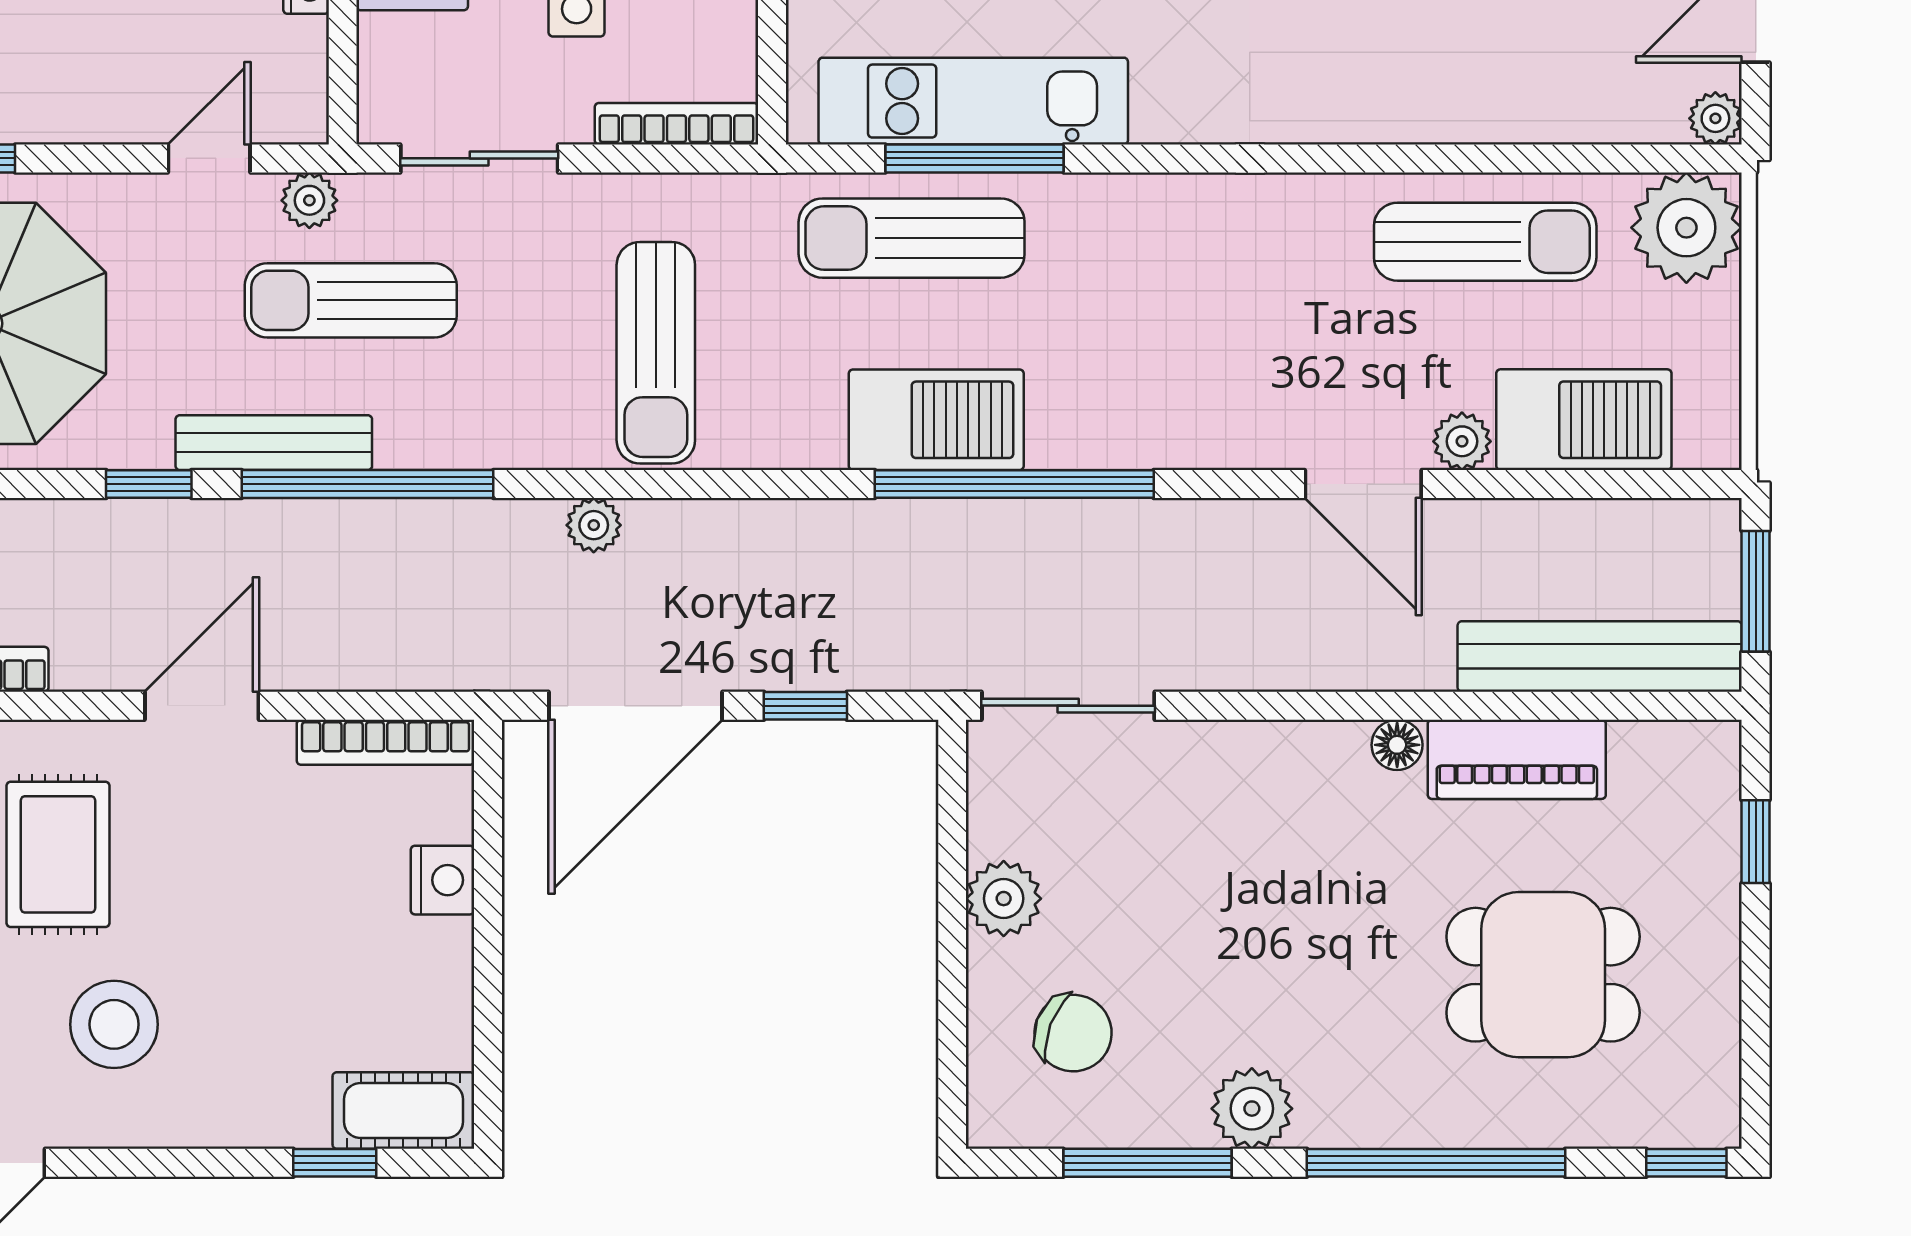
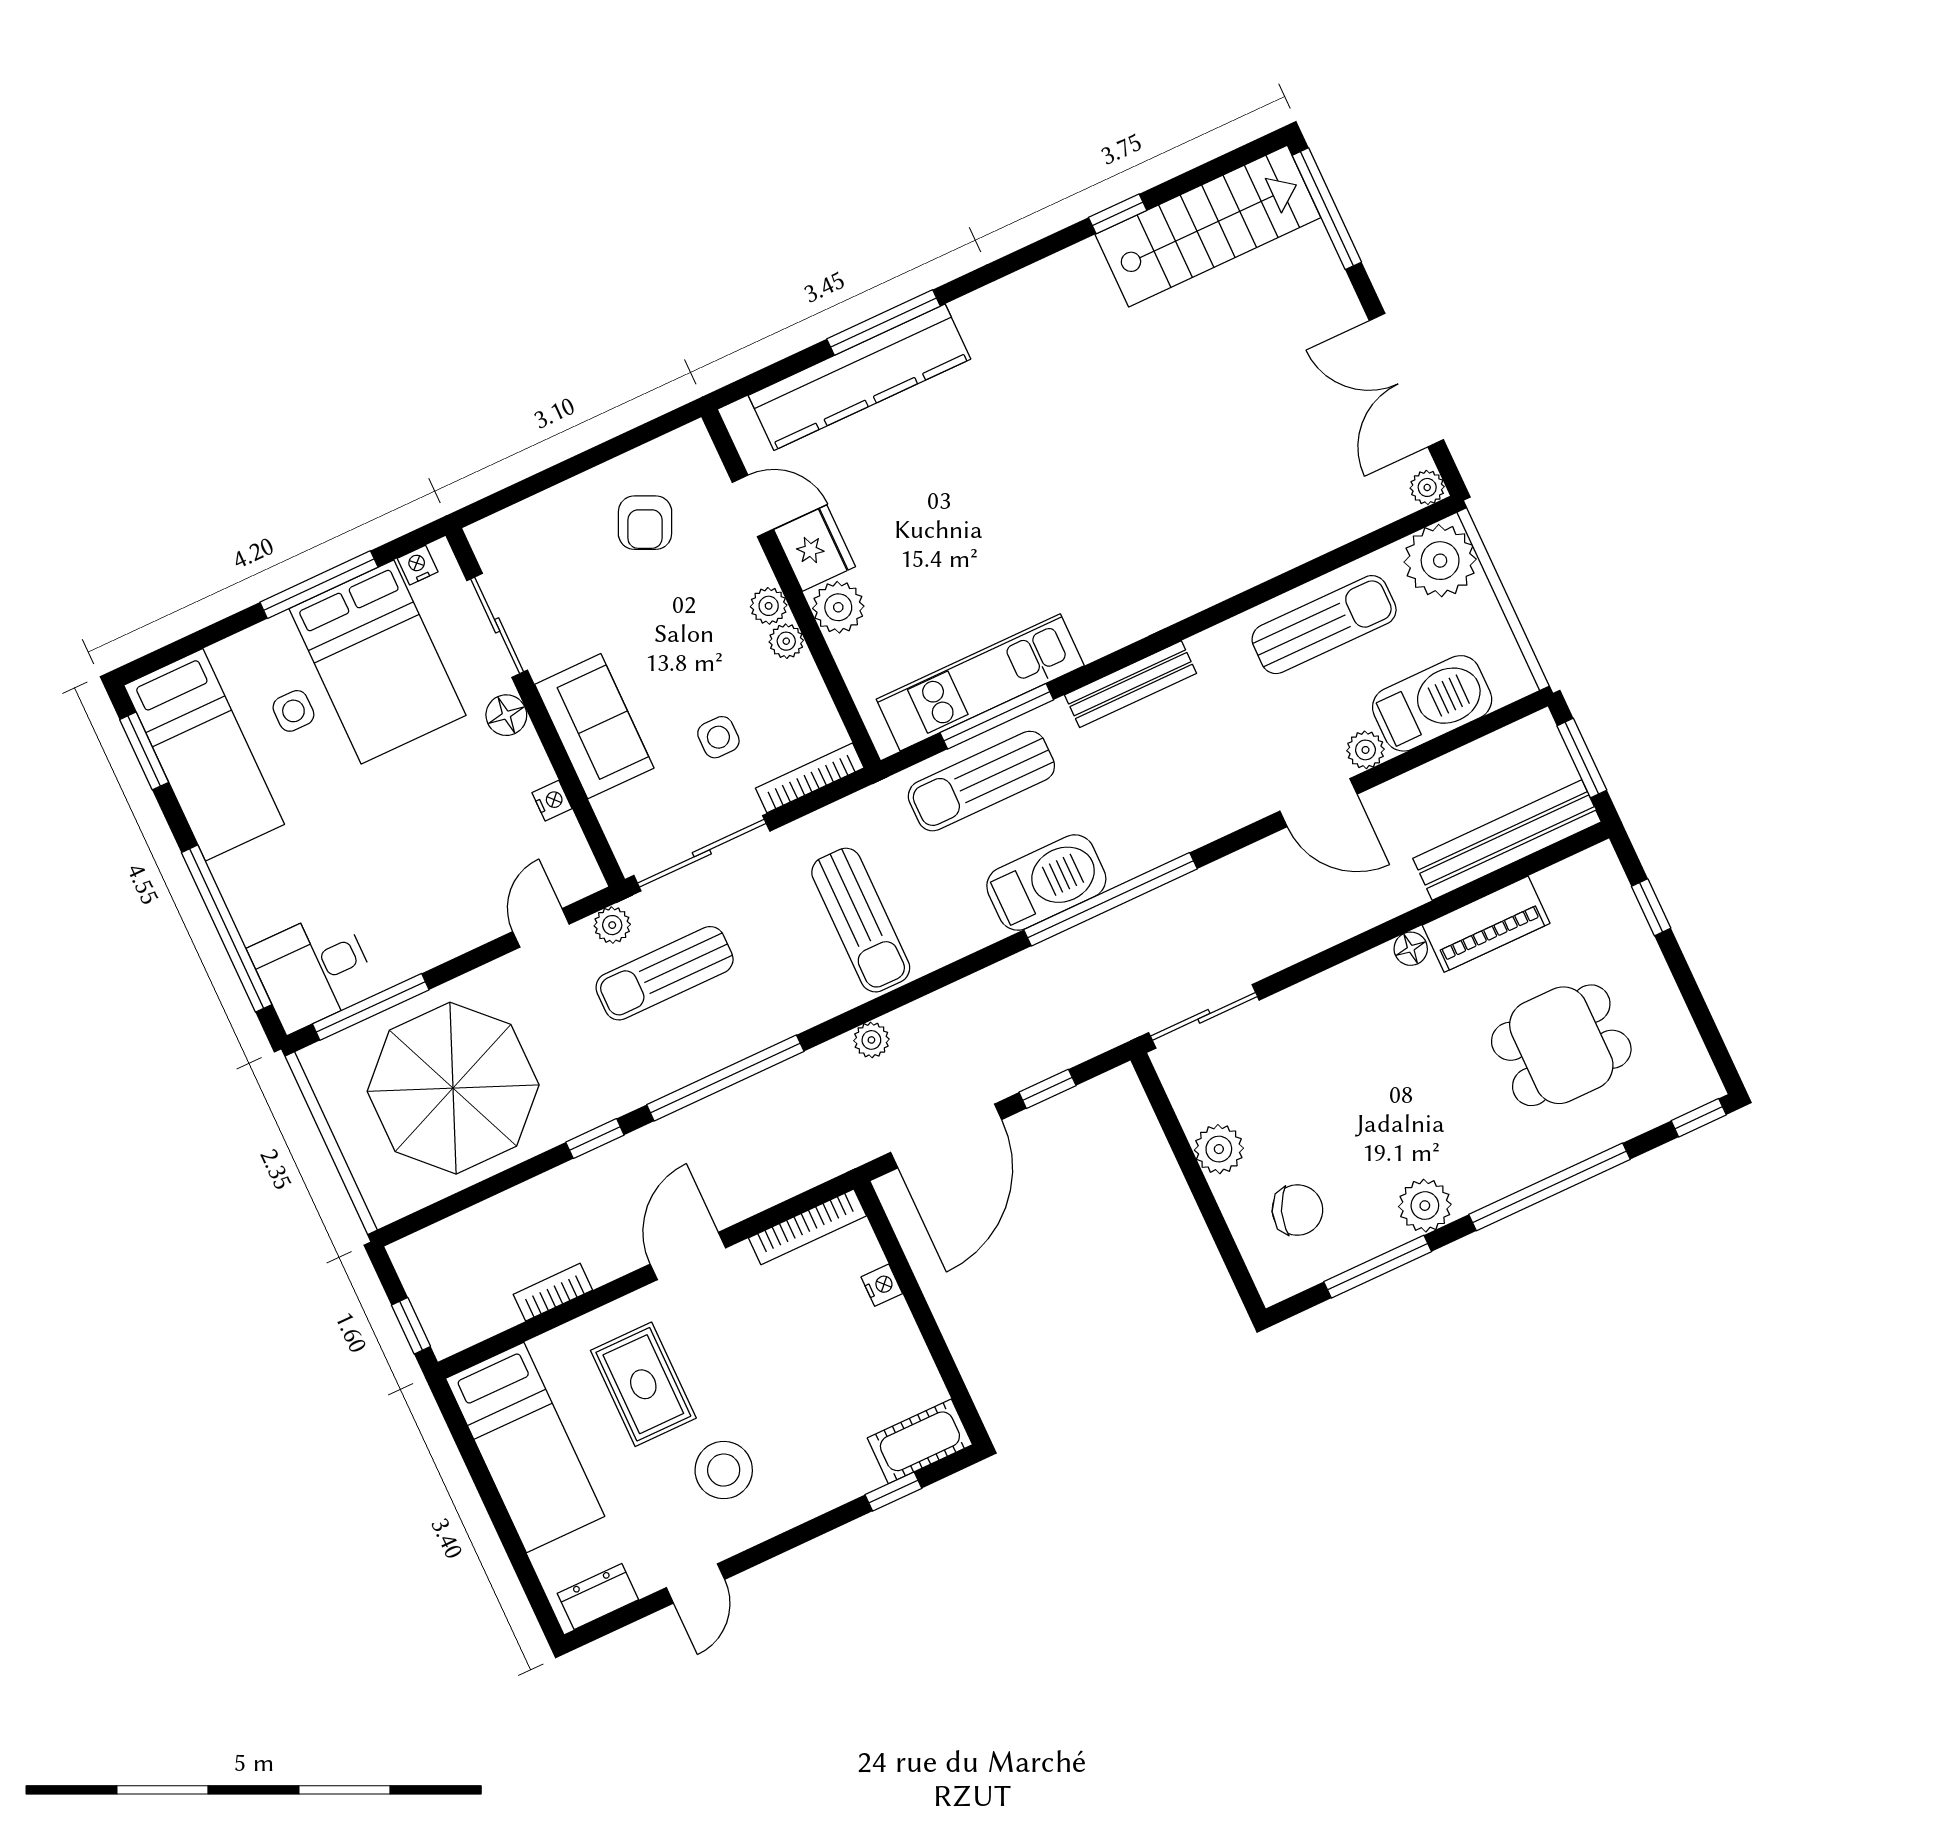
sliding door: (479, 158) -> (702, 853), width x1.37
bench: (274, 443) -> (1131, 684), moved
nightstand: (443, 880) -> (882, 1285), width x0.72, depth x0.74

